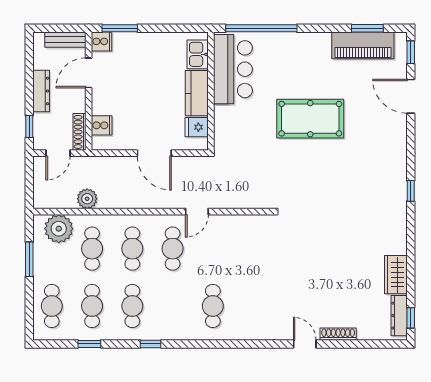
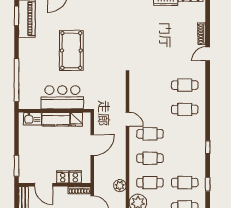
cooker: (101, 41) -> (63, 177), moved
bar counter: (233, 69) -> (62, 97), moved
cafe table: (132, 306) -> (185, 85), moved

